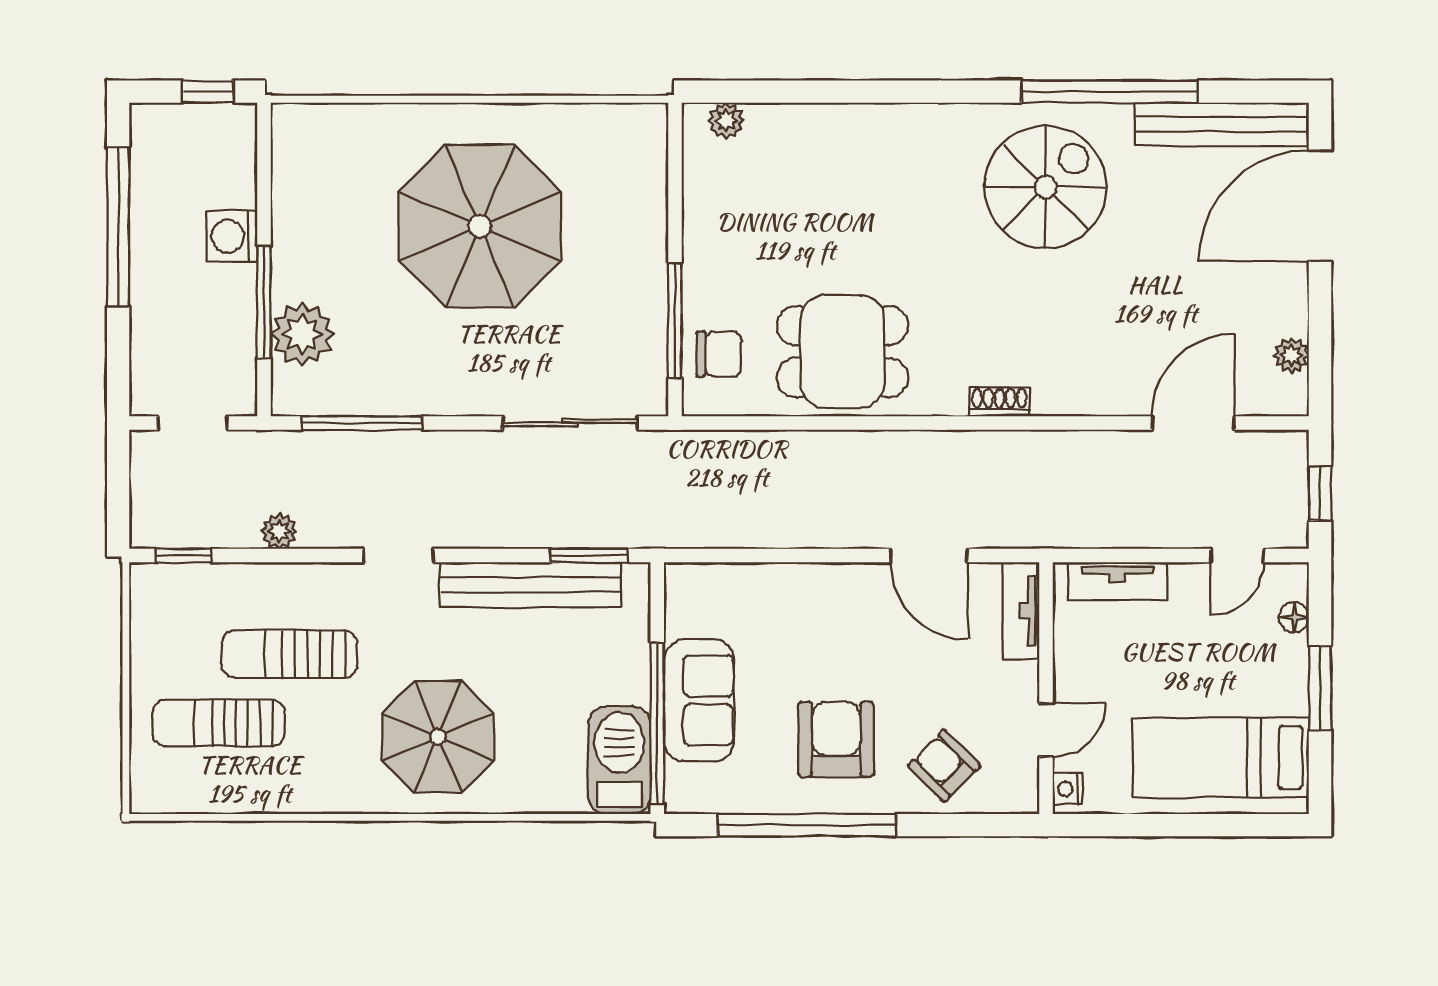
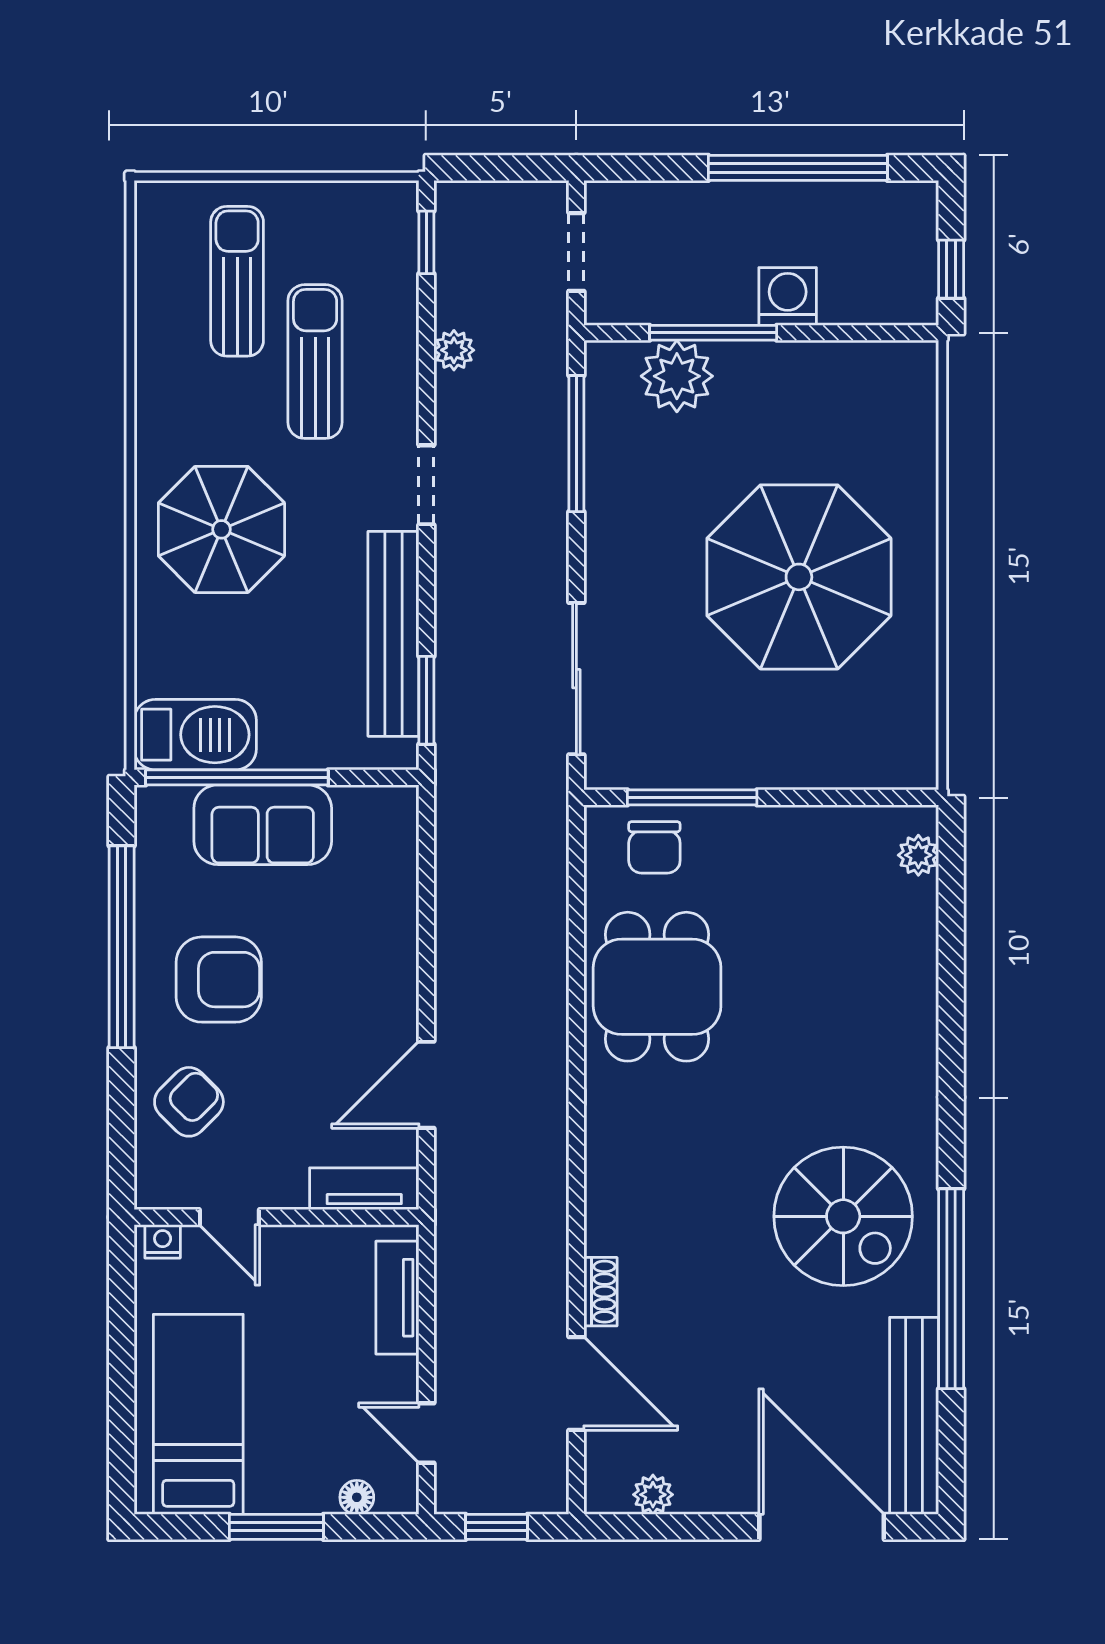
shoe rack: (999, 402) -> (600, 1292), moved

